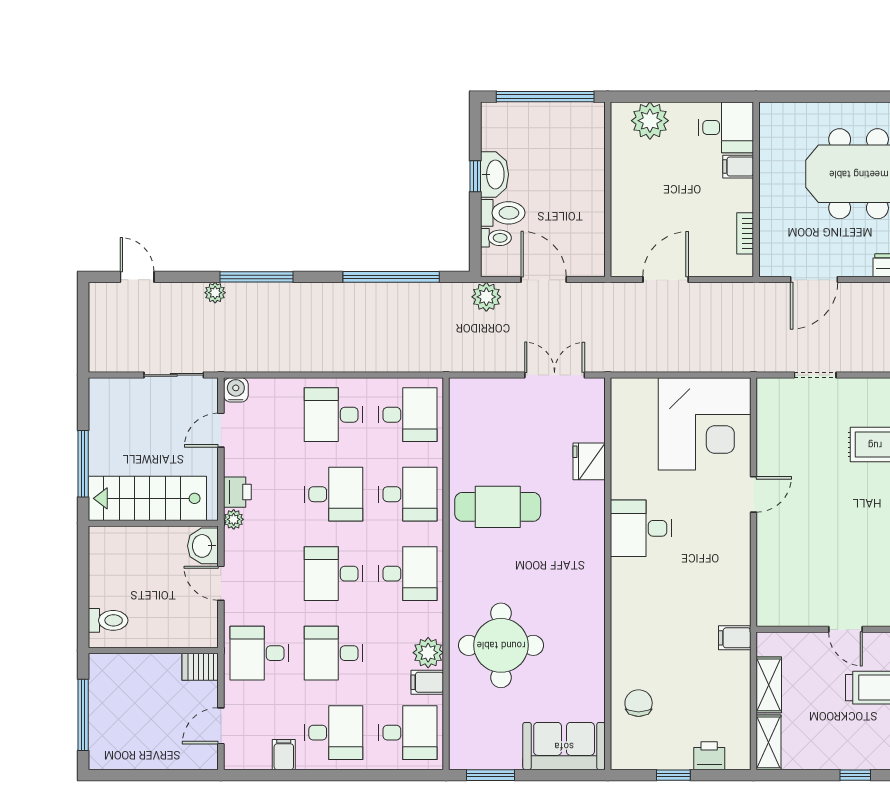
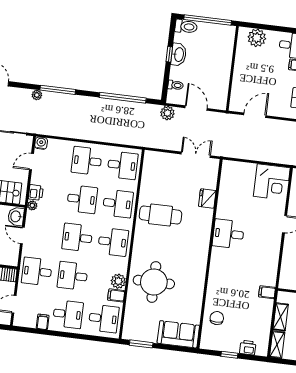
toilet: (503, 213) -> (186, 27), moved
corner desk: (705, 424) -> (272, 182), width x0.74, depth x0.74

